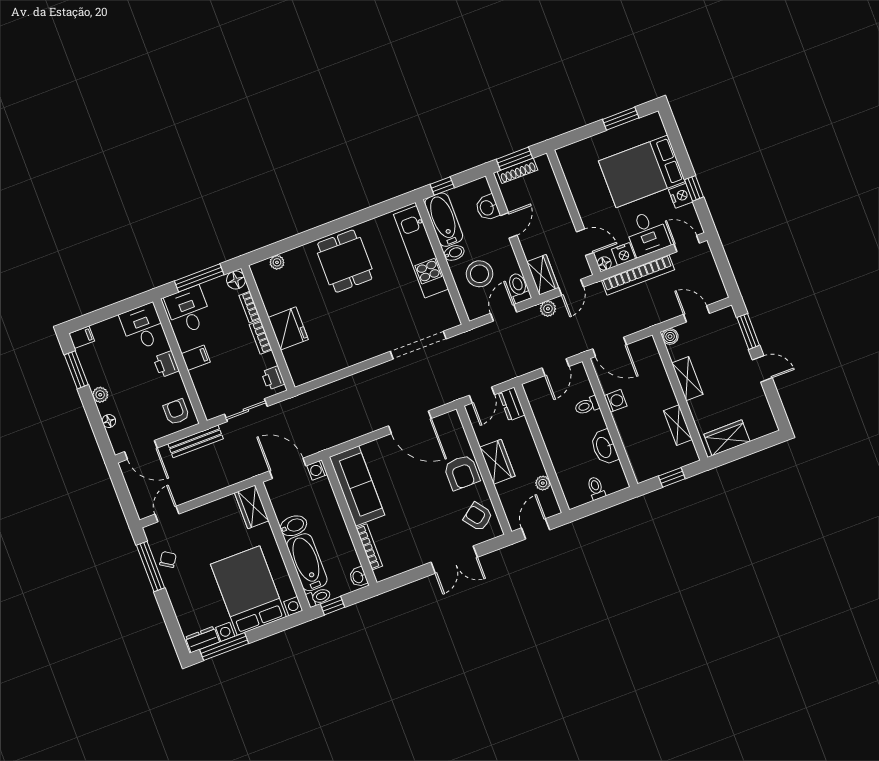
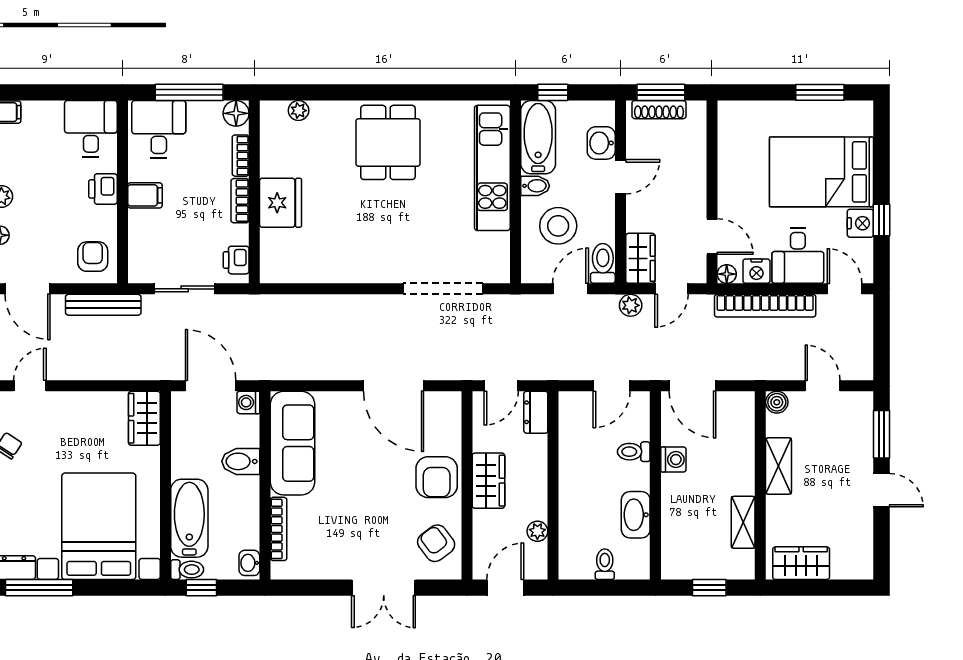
bidet: (293, 526) -> (241, 461), moved, turned 180

